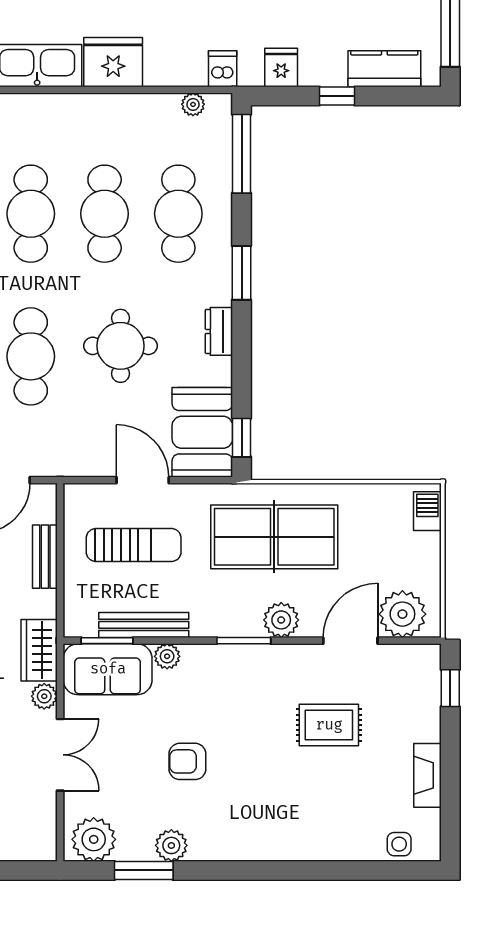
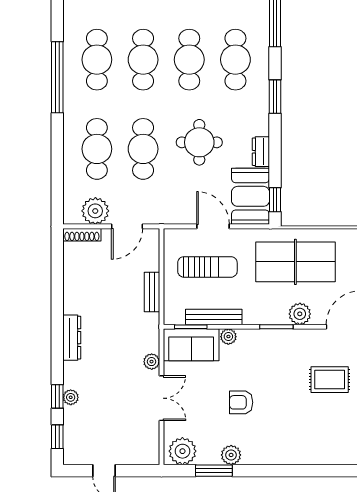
dresser: (219, 331) -> (261, 152), moved
bench: (45, 557) -> (152, 292), moved
wardrobe: (39, 650) -> (148, 333), removed

